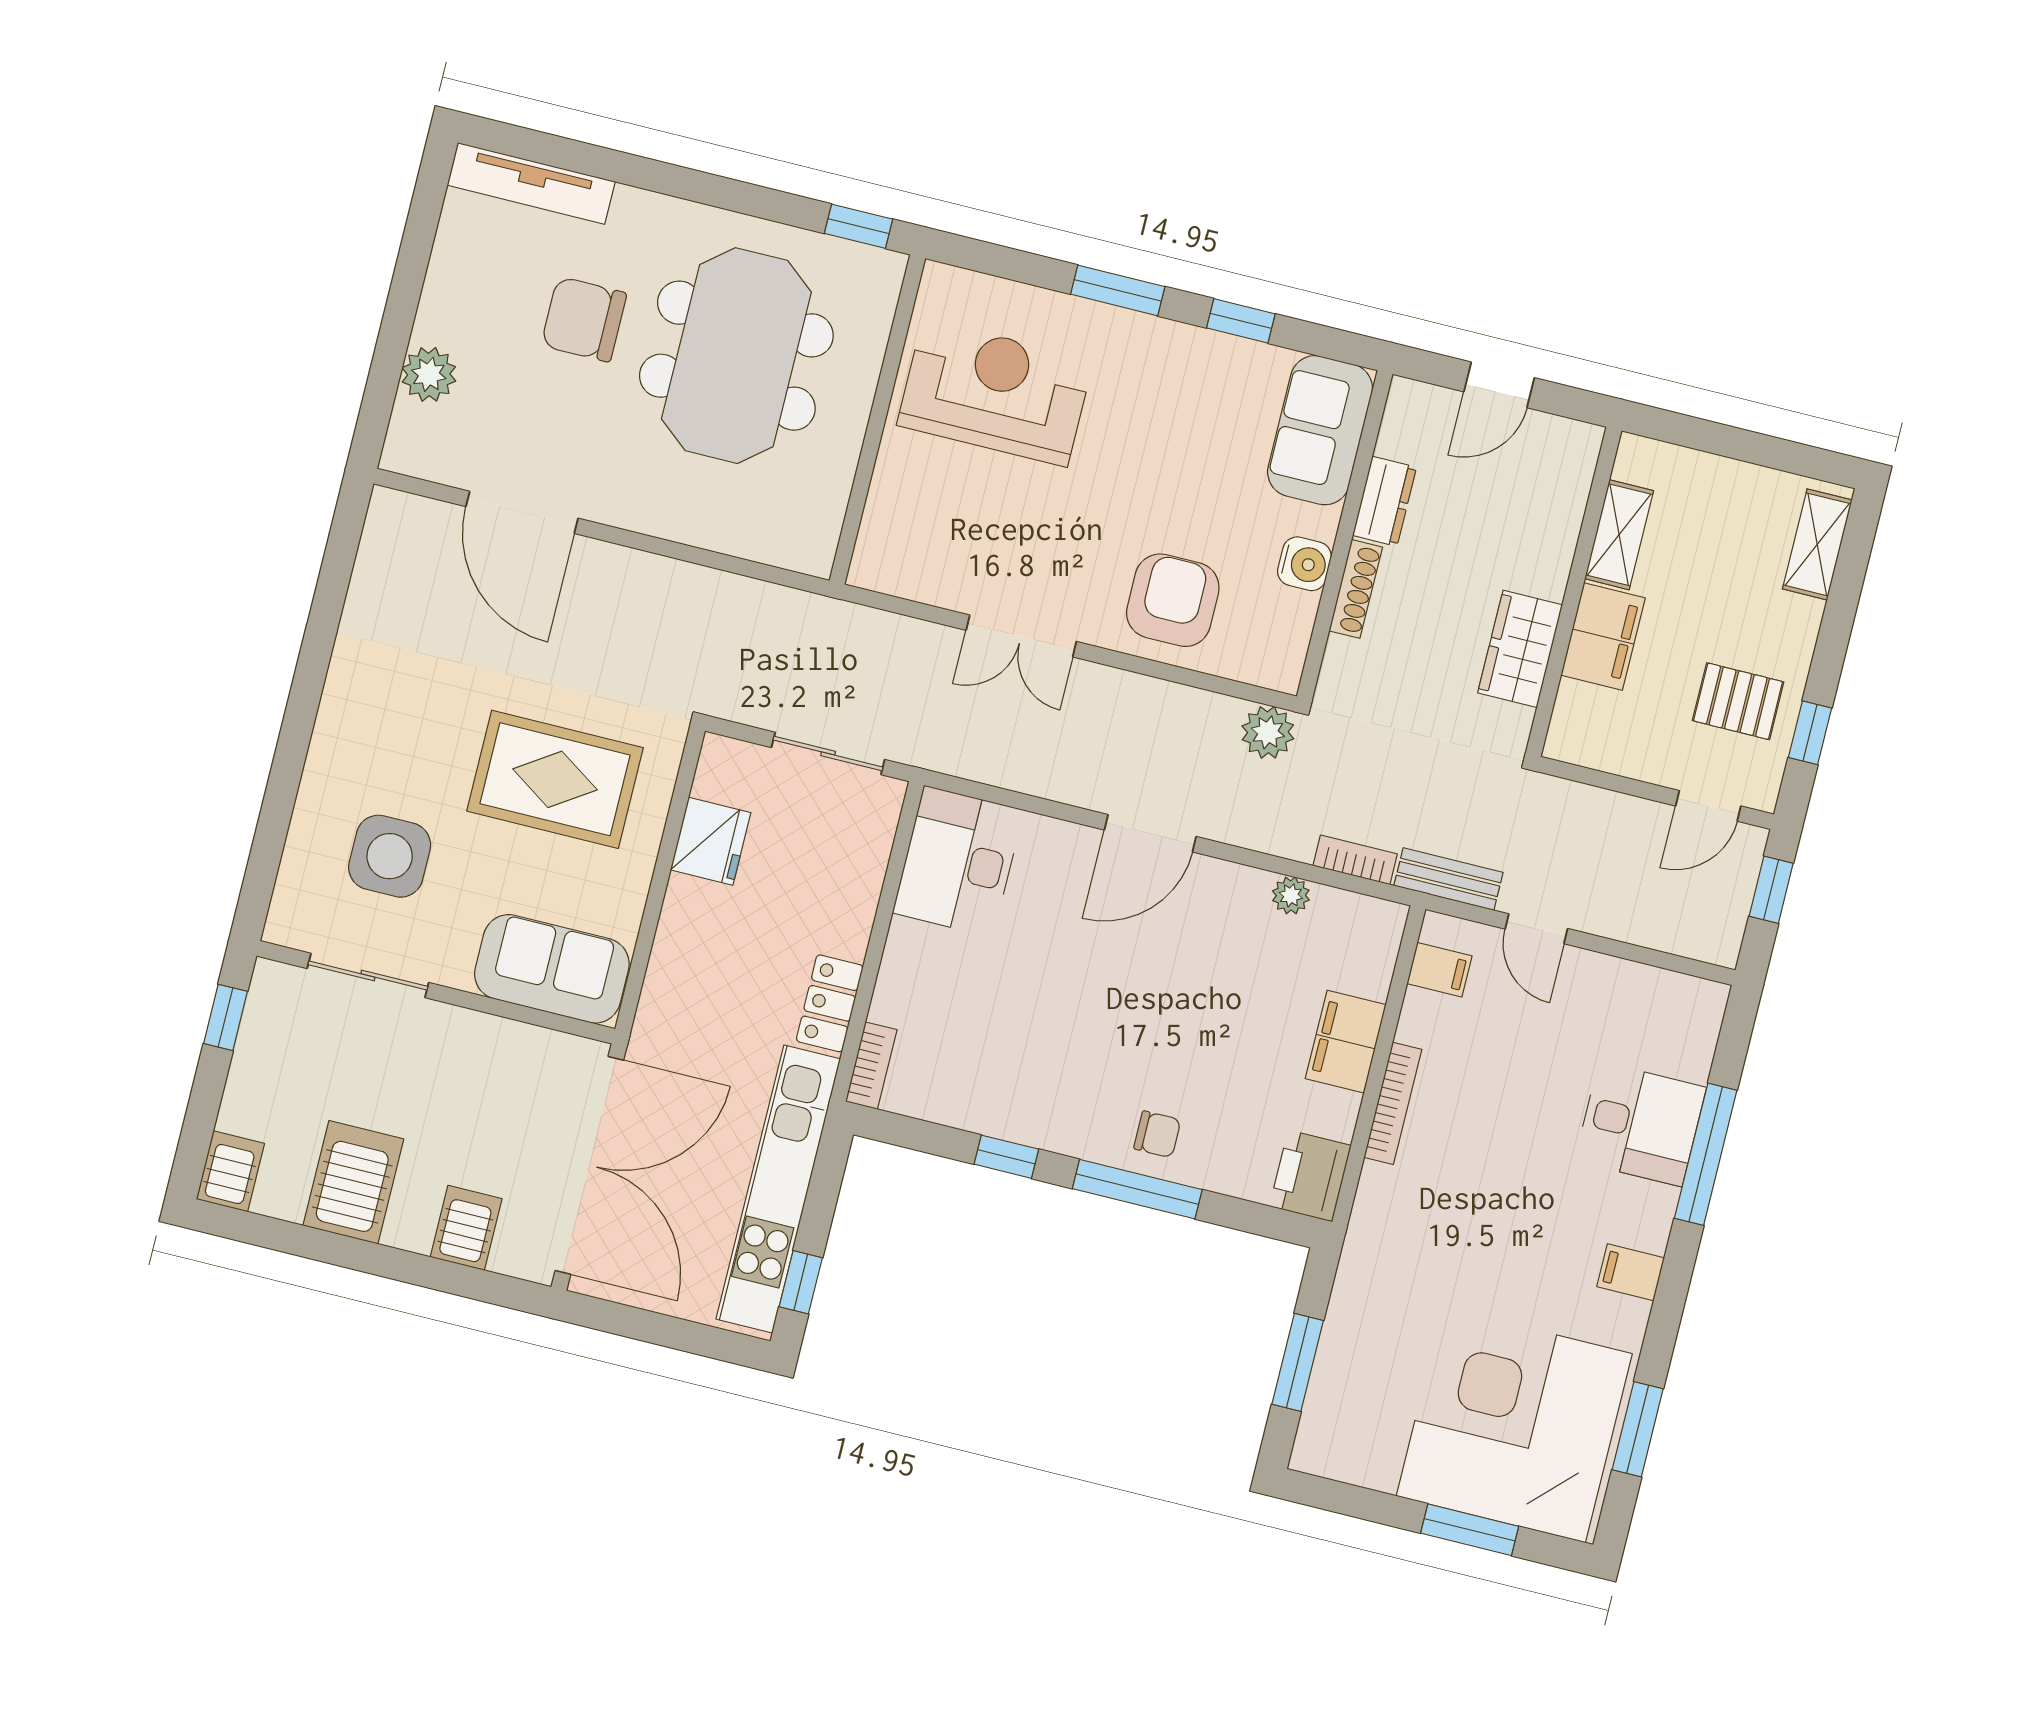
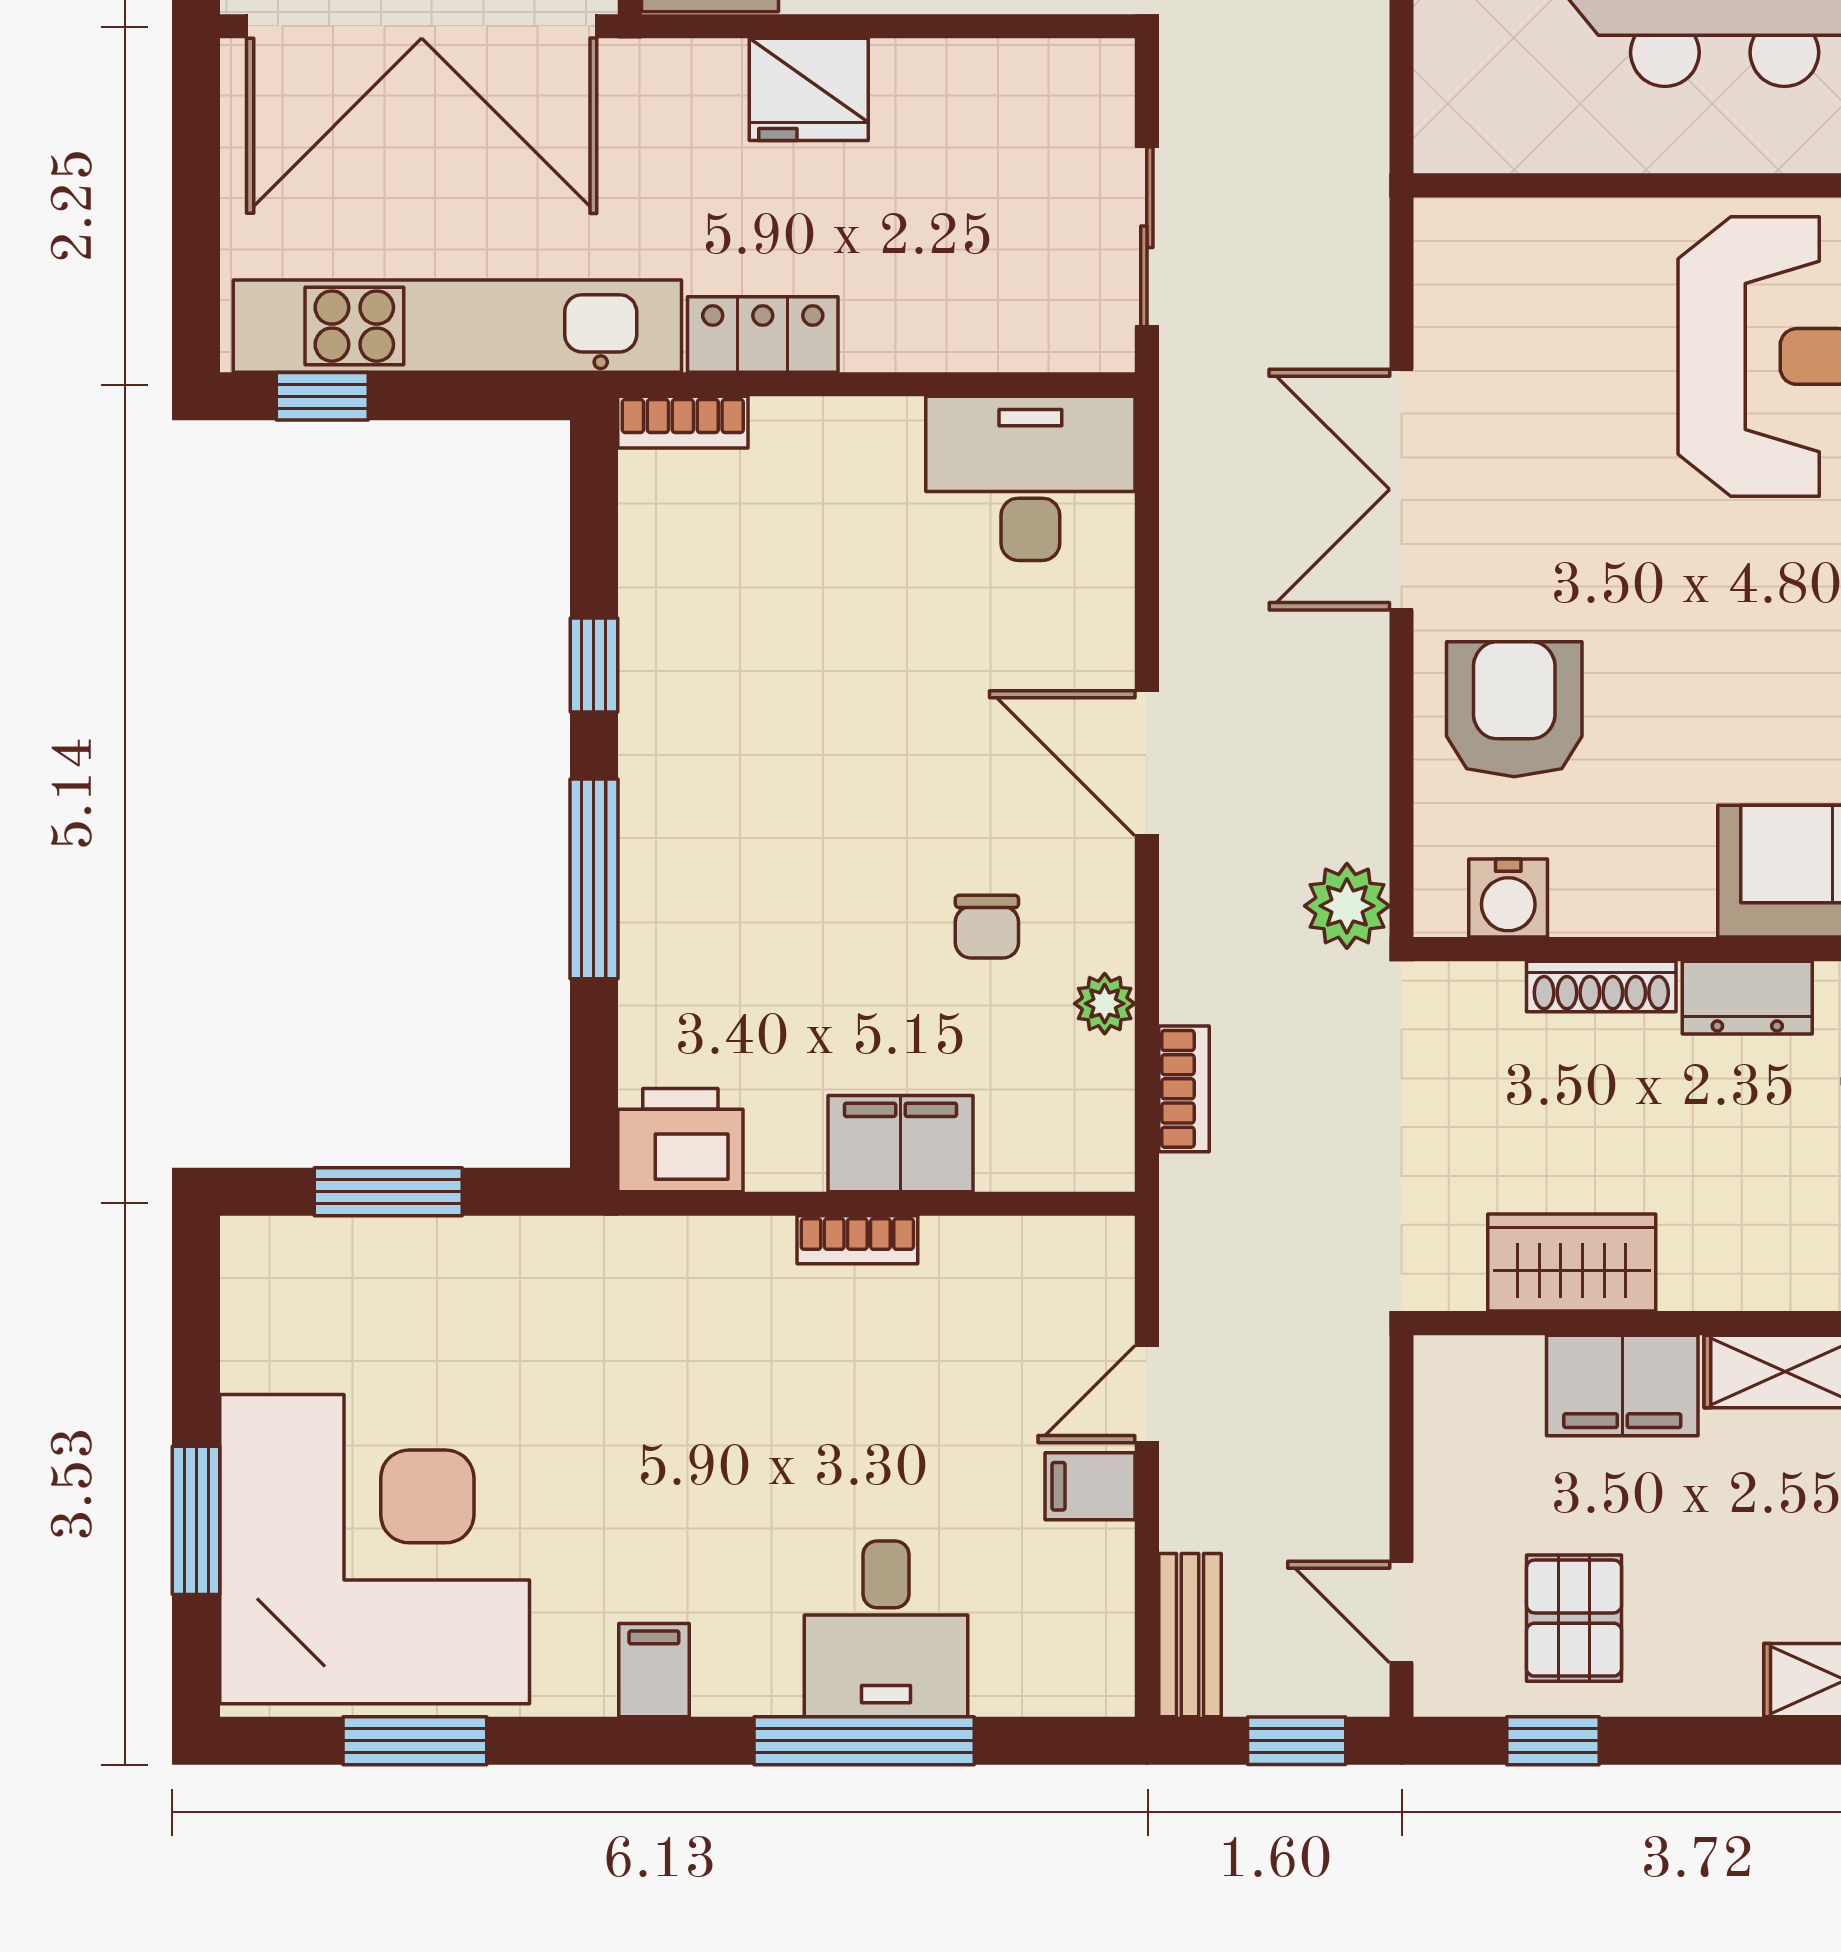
water cooler: (1304, 564) -> (1508, 898), moved
armchair: (1173, 600) -> (1514, 709), turned -90
double door: (1021, 636) -> (1401, 489), width x1.37
fridge: (711, 841) -> (809, 89), moved
bench: (1448, 879) -> (1190, 1635), moved
filing cabinet: (1440, 970) -> (1090, 1486), moved, turned 90
bookcase: (1393, 1103) -> (857, 1240), width x0.64
chair: (1157, 1134) -> (987, 927), moved

